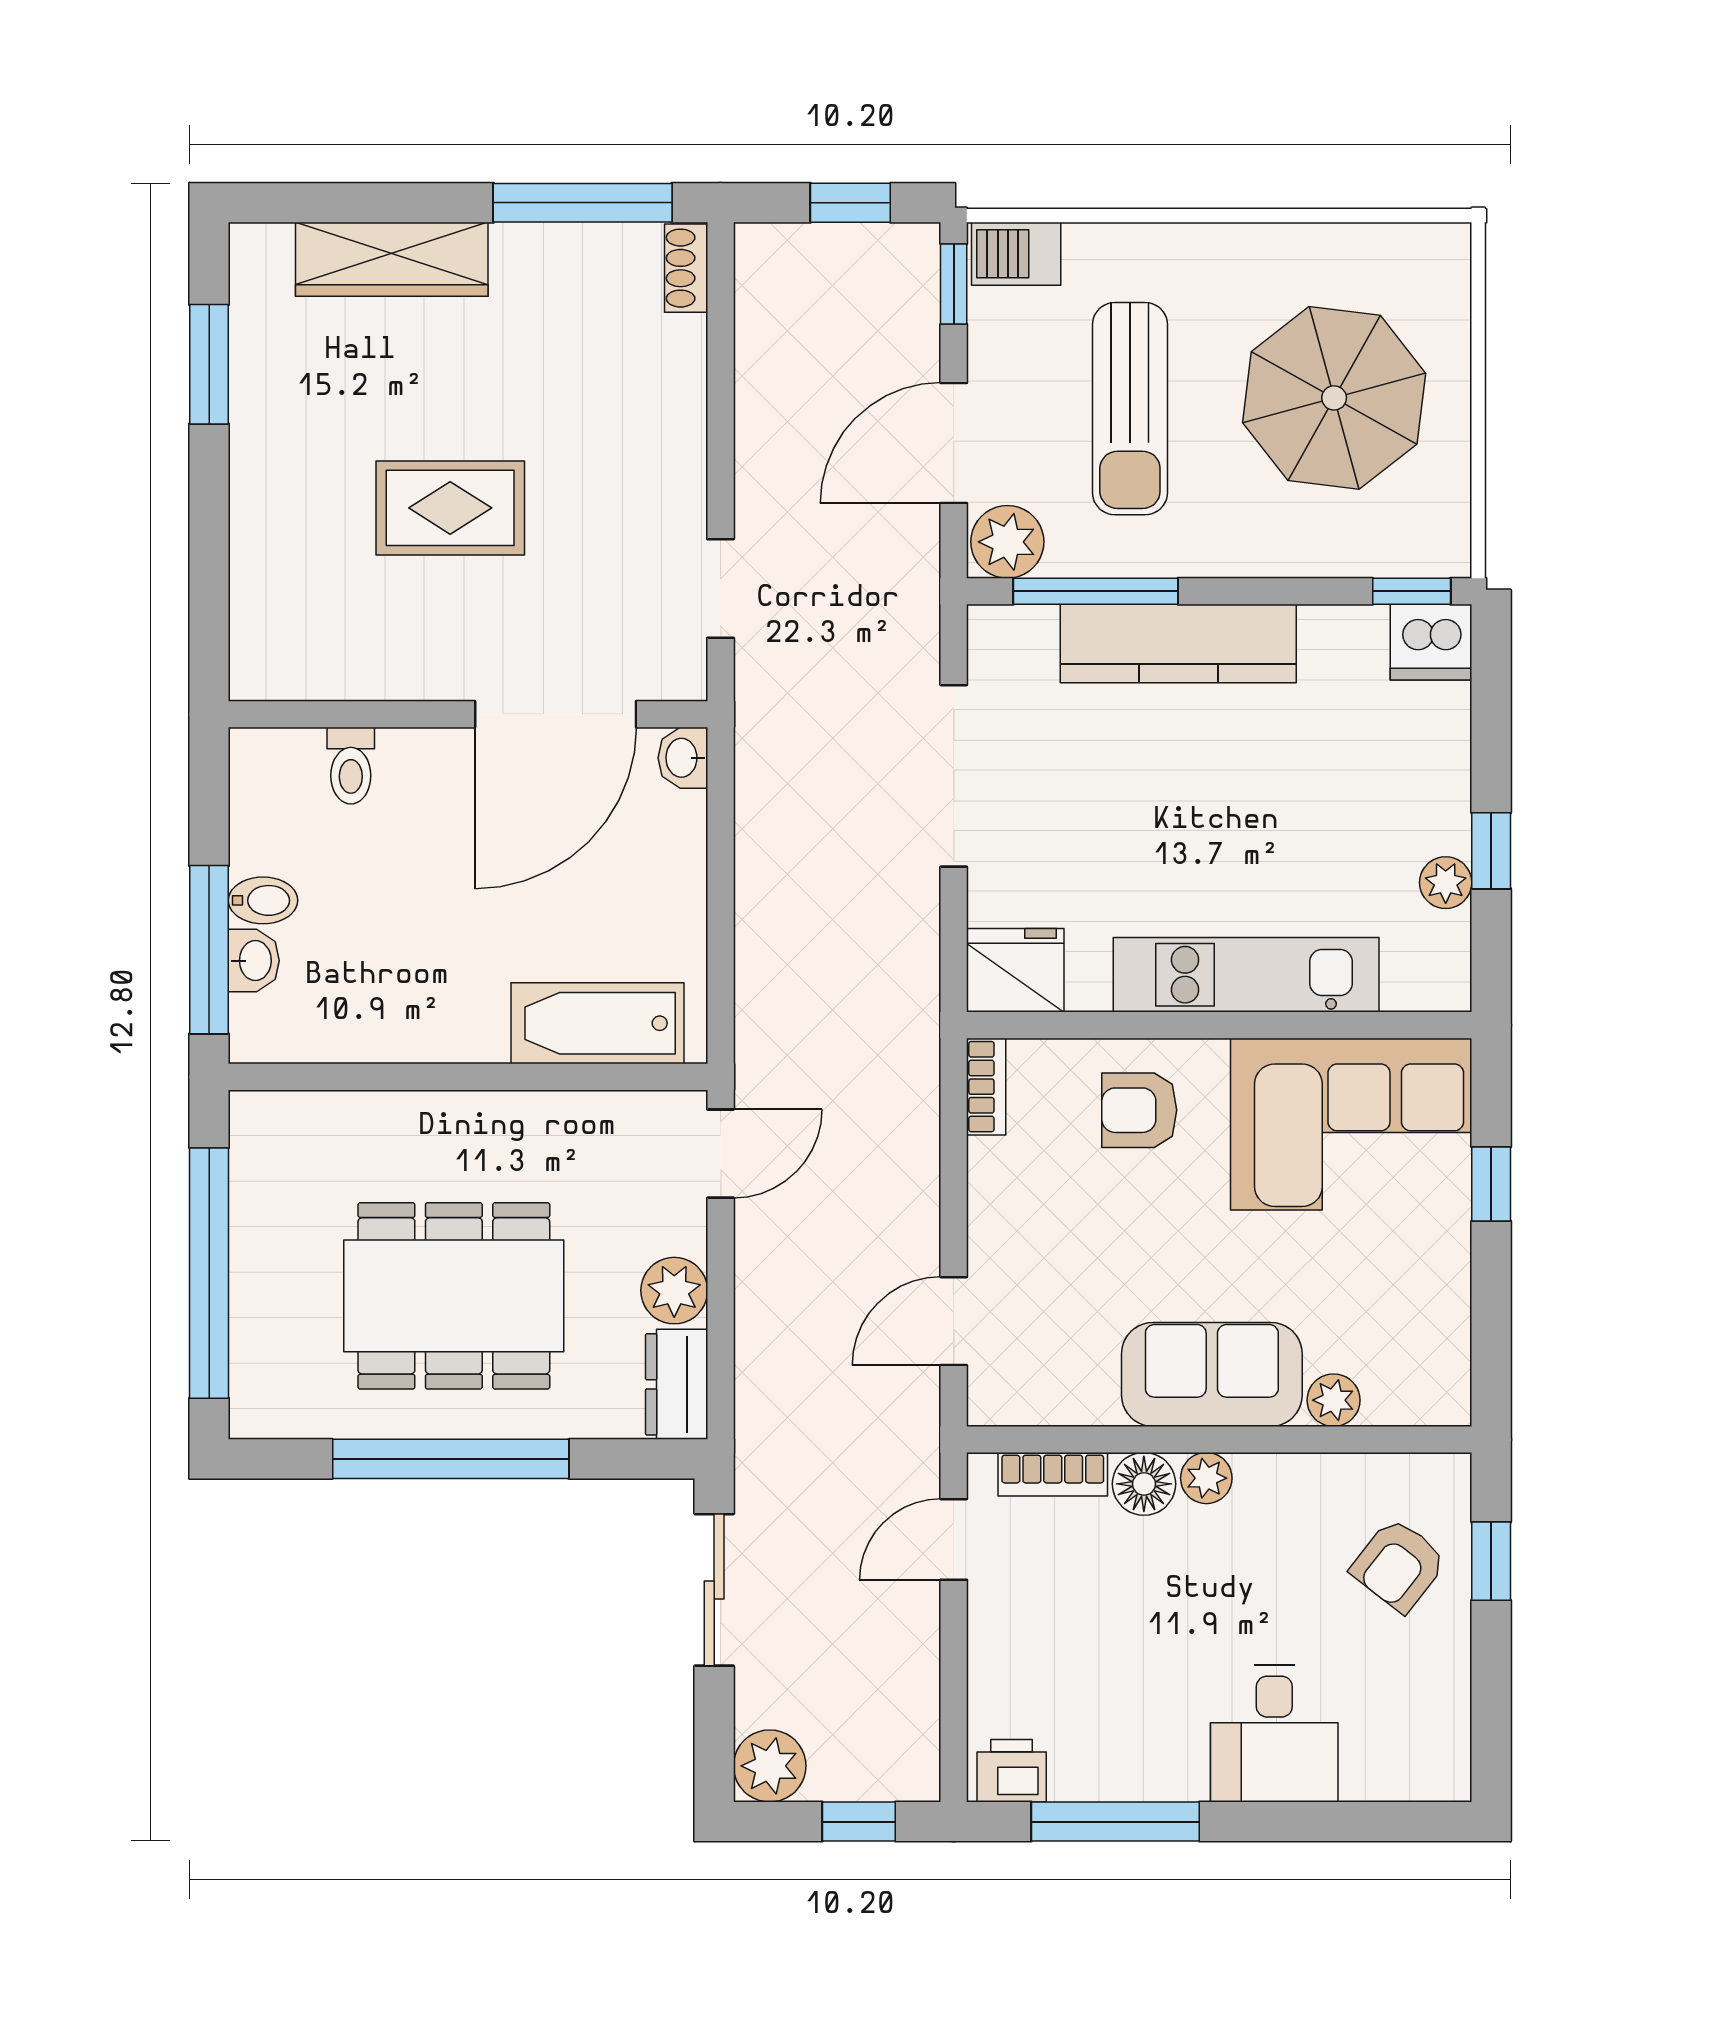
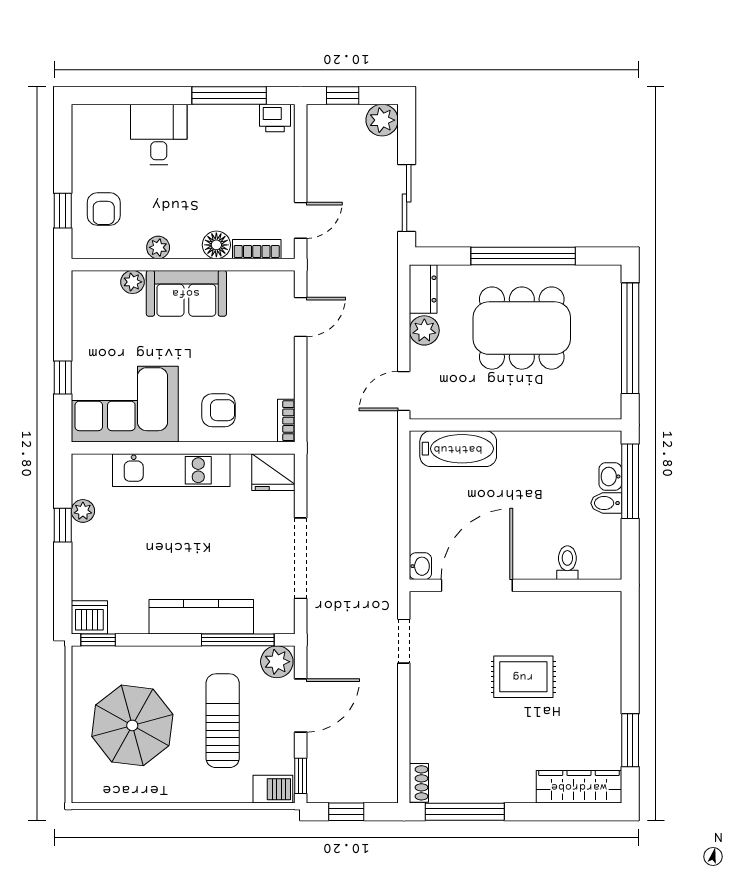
wardrobe: (392, 259) -> (579, 787), moved
plant: (1206, 1478) -> (158, 247), moved
armchair: (1399, 1565) -> (104, 209), turned 142

